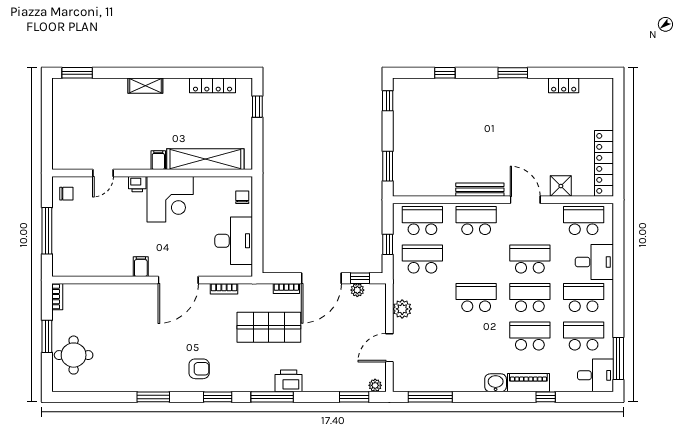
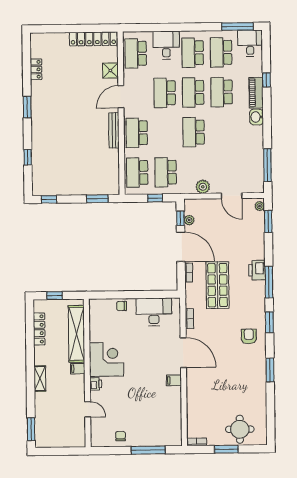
shelving: (205, 159) -> (76, 334), moved
filing cabinet: (158, 160) -> (78, 369), moved
door: (103, 173) -> (88, 409), moved
wall: (152, 173) -> (87, 373), moved
printer: (137, 184) -> (96, 384), moved
corner desk: (170, 199) -> (106, 359), moved

